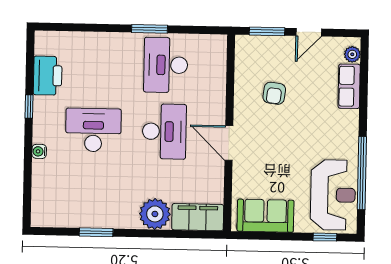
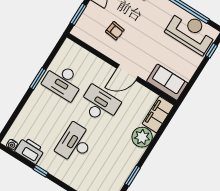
water cooler: (39, 151) -> (12, 145), moved
sofa: (265, 216) -> (167, 82), moved, turned 90

